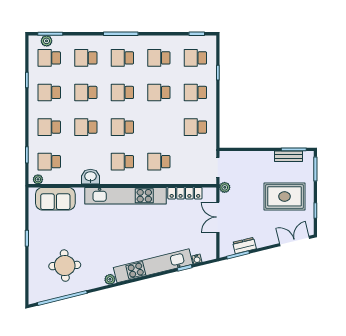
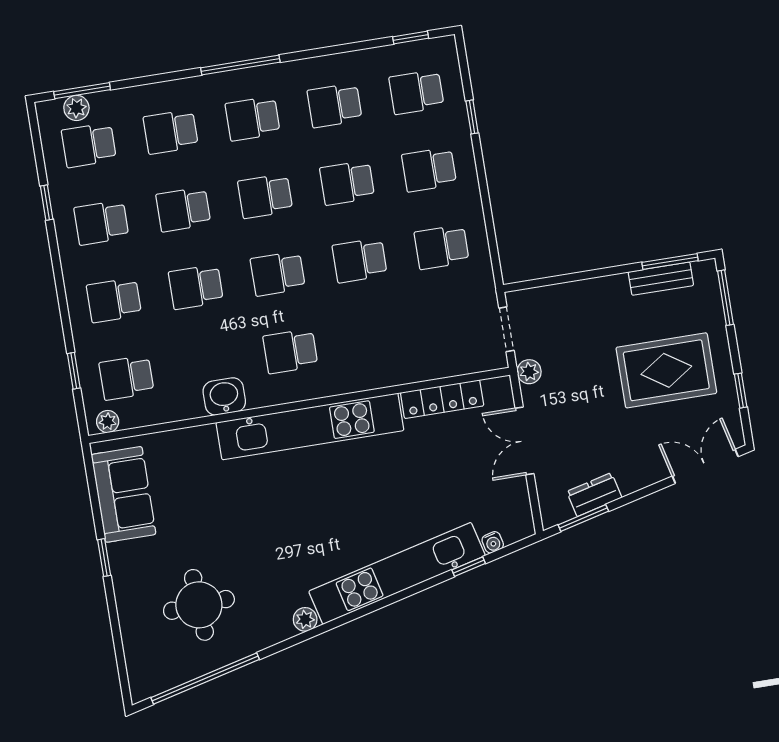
school desk: (159, 162) -> (360, 260), moved
sofa: (55, 199) -> (124, 494), moved, turned -90

